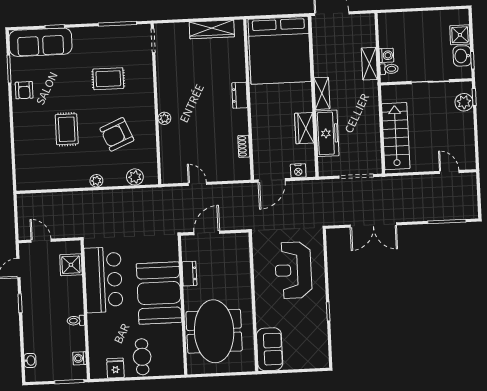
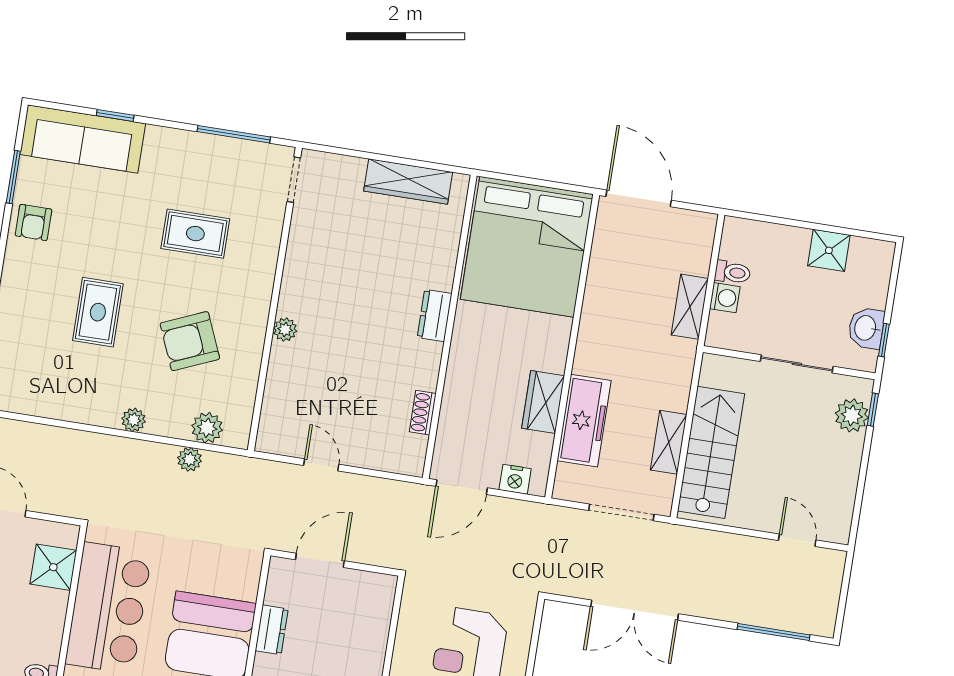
shower: (460, 35) -> (829, 250), moved
toilet: (389, 69) -> (733, 272), moved
shelving: (322, 93) -> (669, 442), moved
plant: (129, 195) -> (190, 459), added

